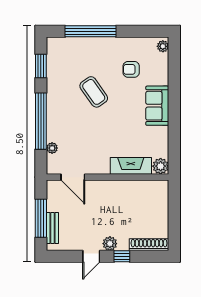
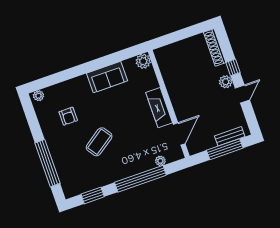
sofa: (157, 106) -> (107, 77), moved
fireplace: (131, 166) -> (159, 108), moved
door: (91, 256) -> (242, 94), hinge flipped

